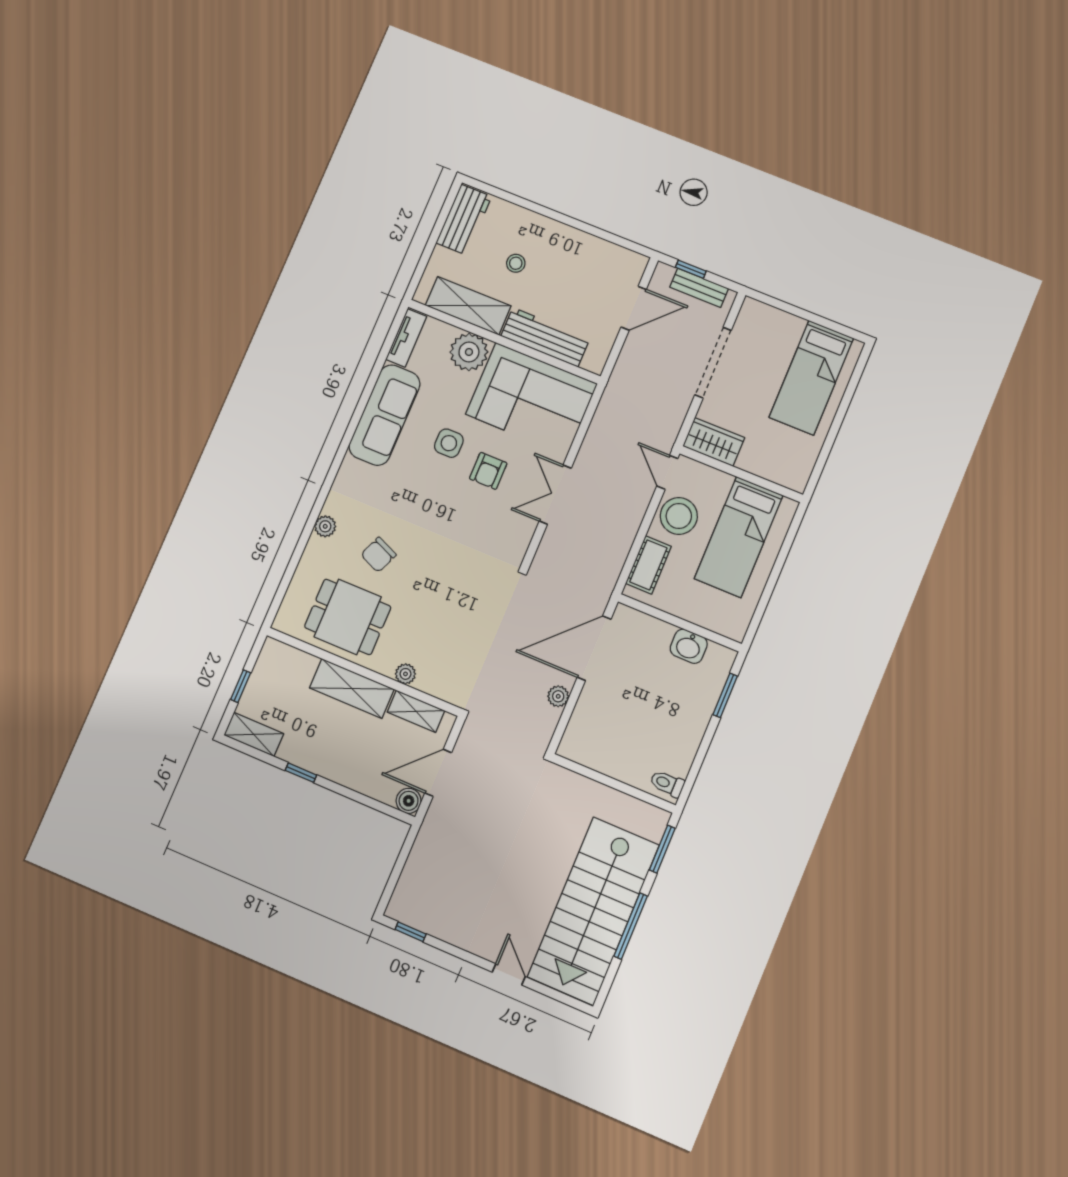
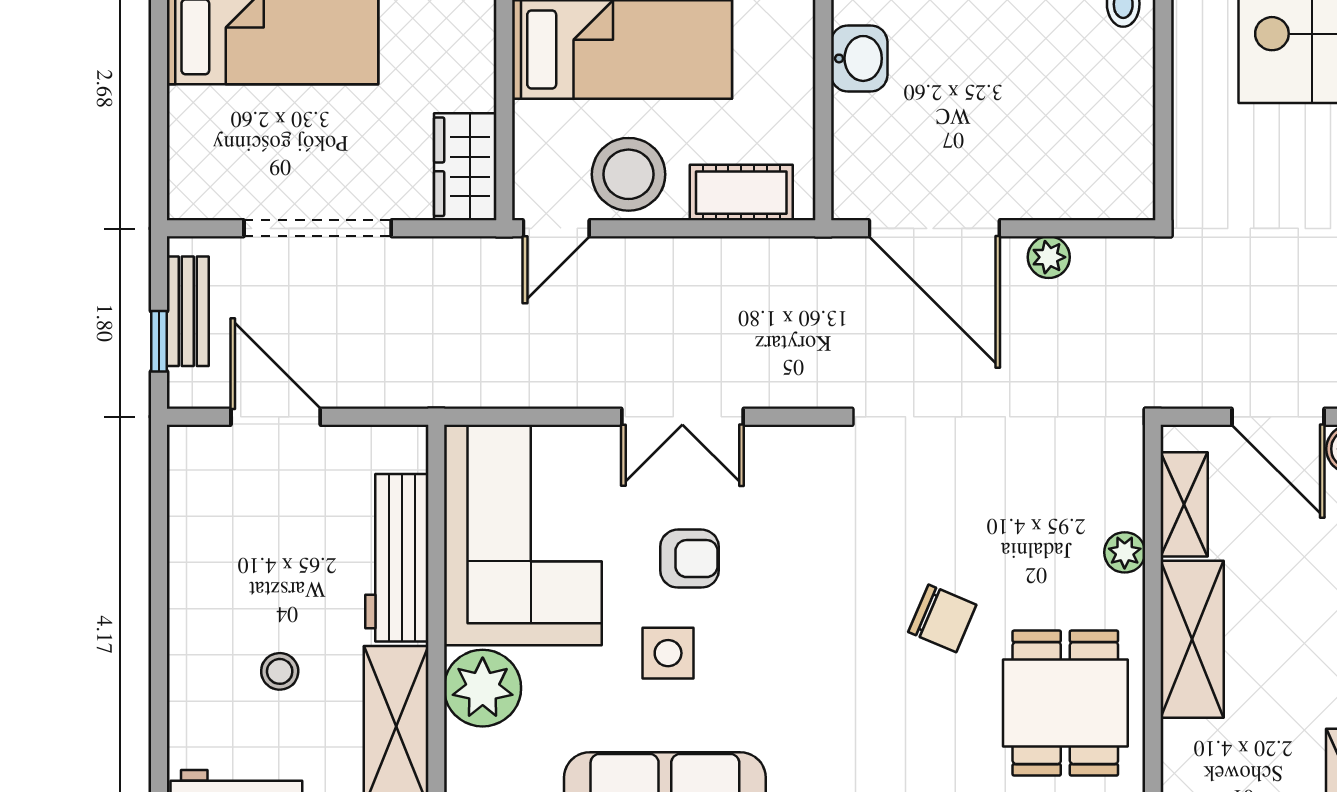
chair: (378, 555) -> (942, 618), moved

